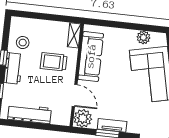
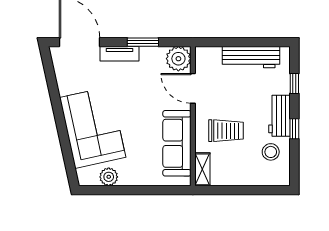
tv unit: (112, 125) -> (119, 54), moved

